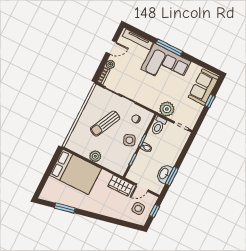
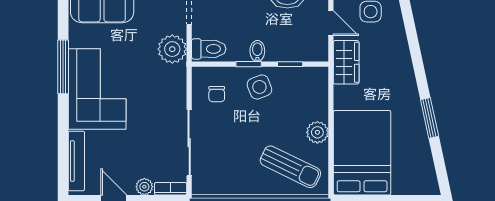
window: (169, 47) -> (63, 67), moved
sun lounger: (105, 124) -> (290, 167), moved
window: (65, 208) -> (430, 118), moved

